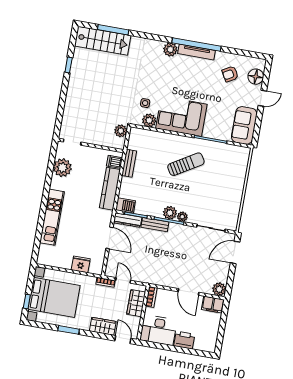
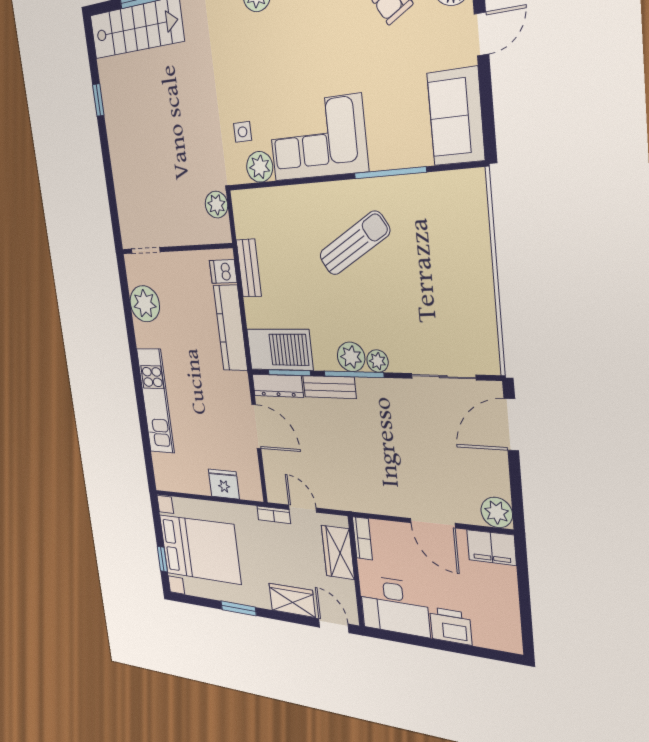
barbecue: (126, 205) -> (280, 350), width x1.88, depth x1.53

